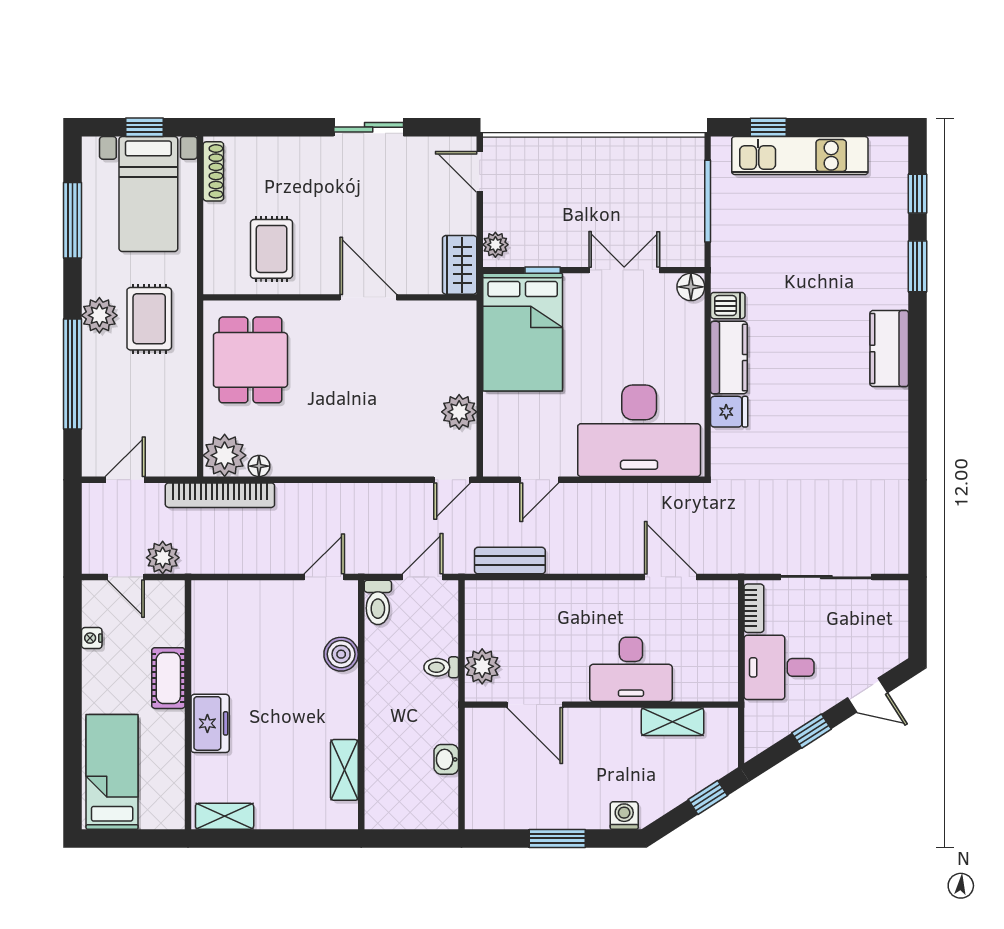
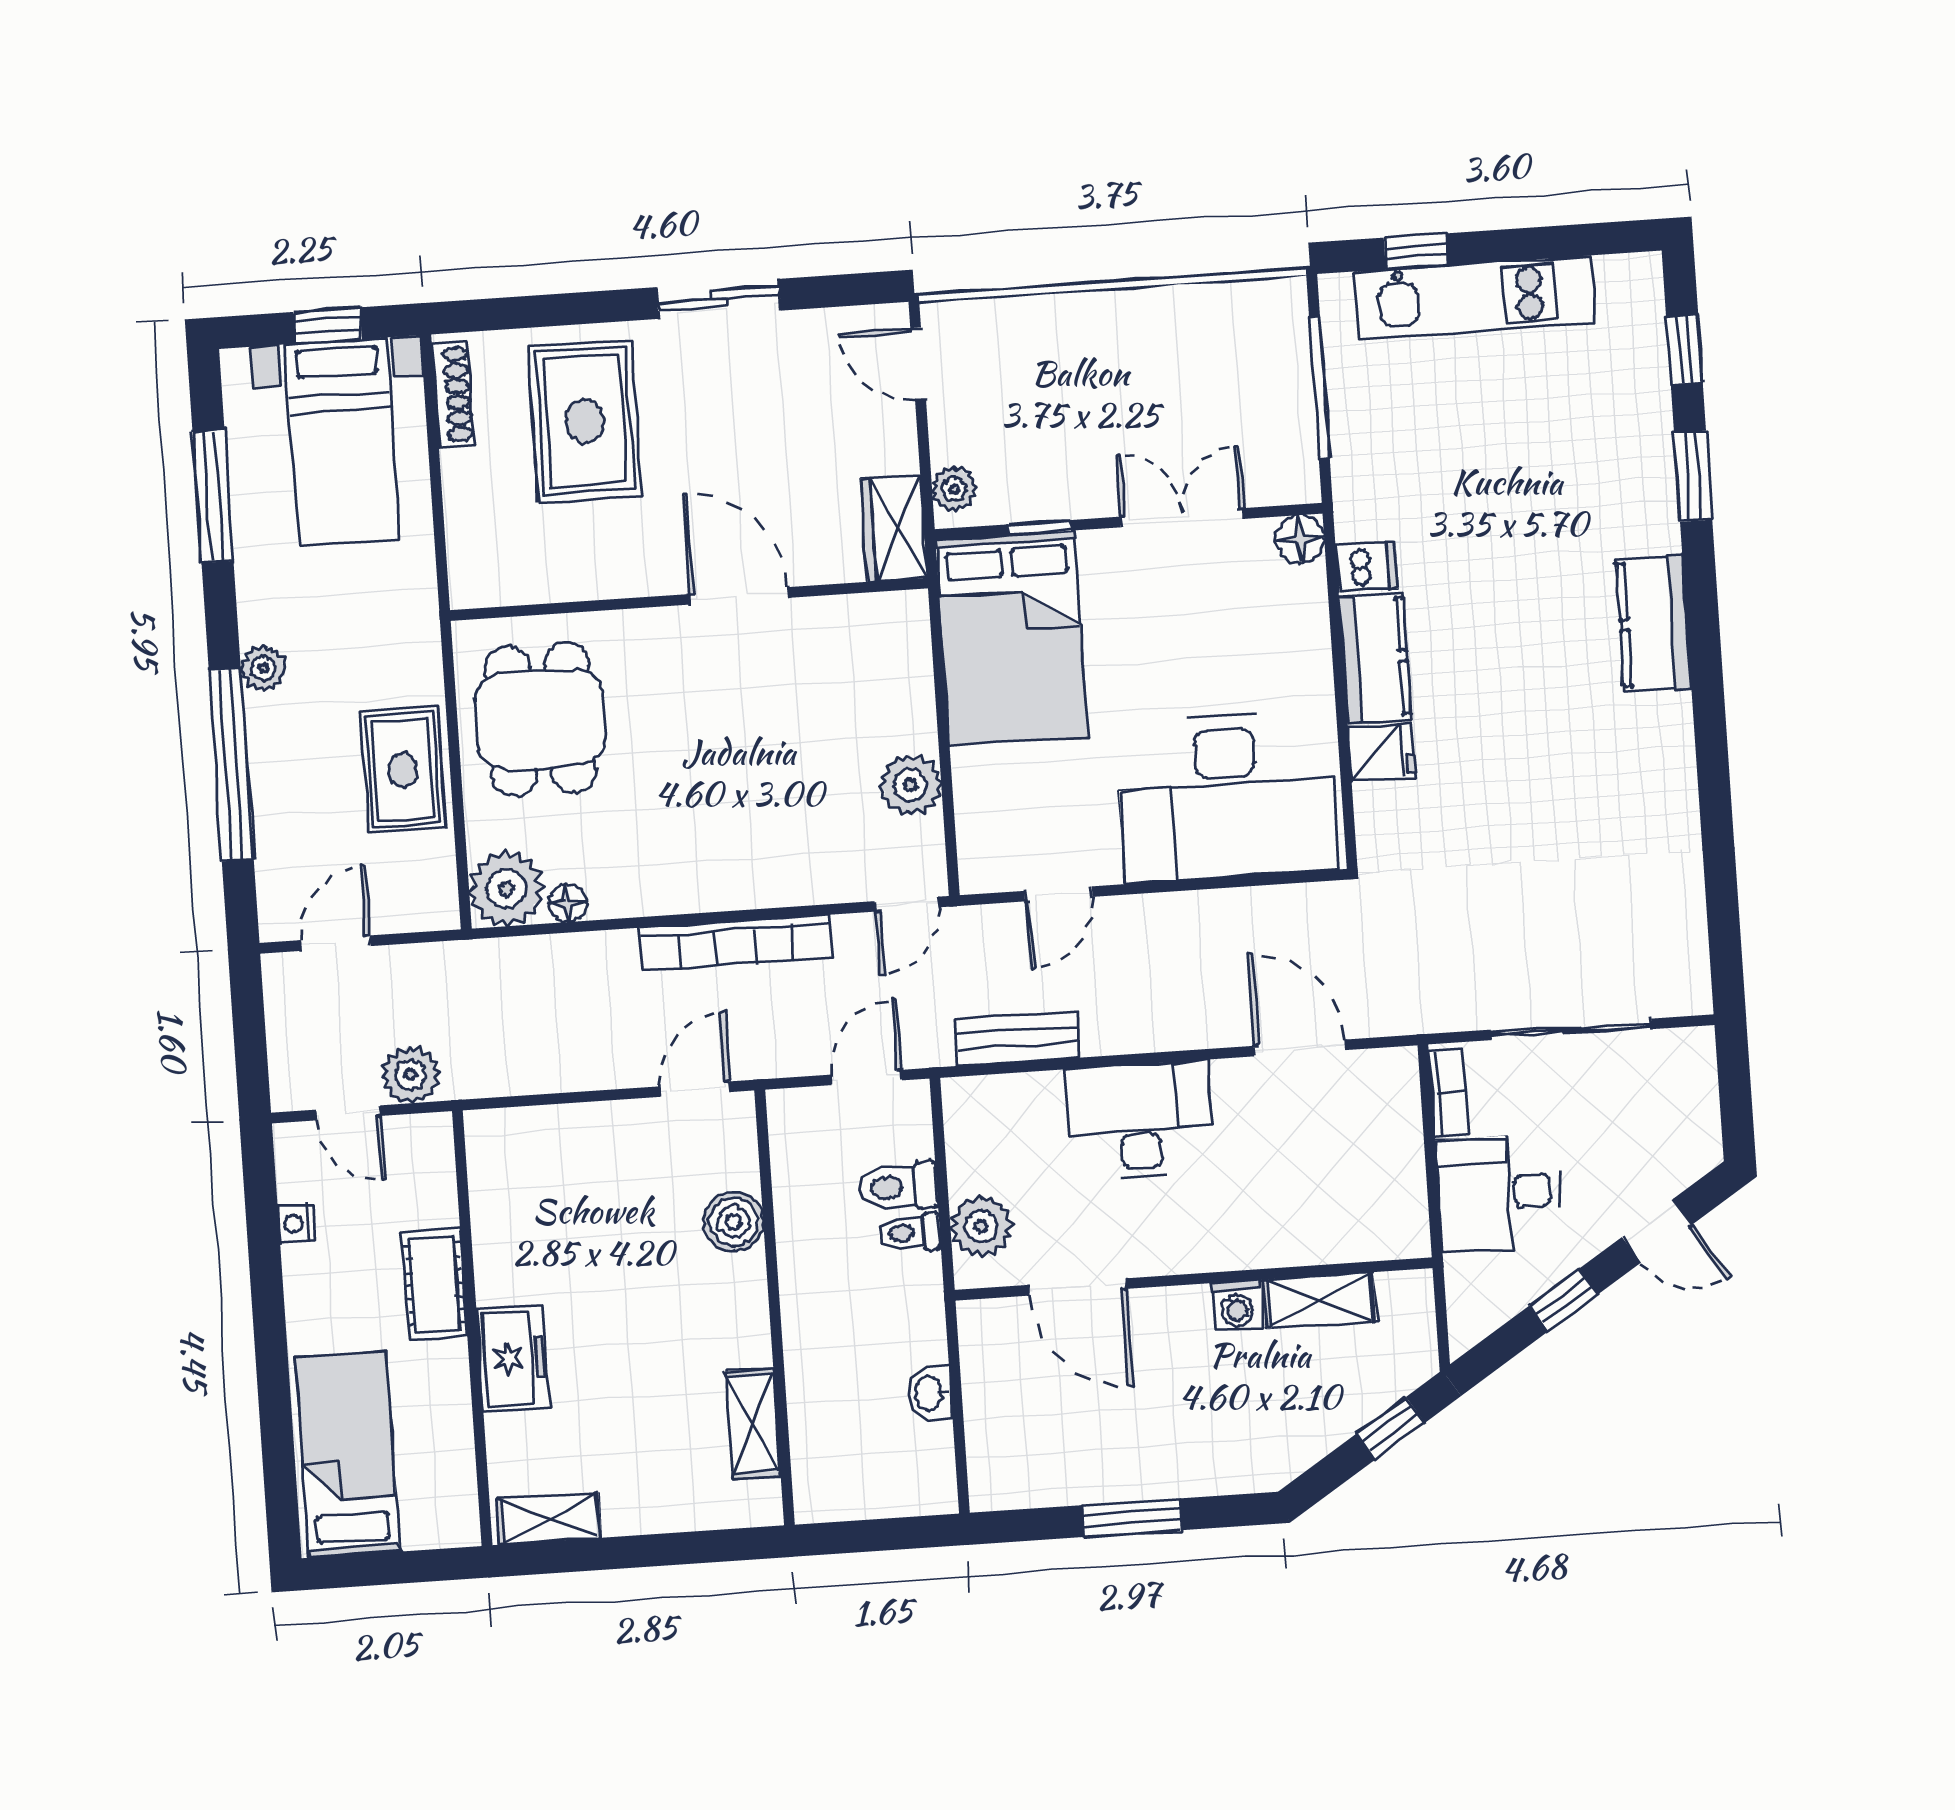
rug: (272, 249) -> (585, 421), moved, width x1.36, depth x1.43
plant: (99, 315) -> (263, 668), width x0.73, depth x0.73
rug: (149, 319) -> (403, 770), moved
bookcase: (220, 495) -> (736, 943), moved
toilet: (378, 602) -> (898, 1187), moved, turned 90
desk: (631, 669) -> (1140, 1121), moved, turned 180
washing machine: (624, 815) -> (1237, 1306), moved, turned 180

